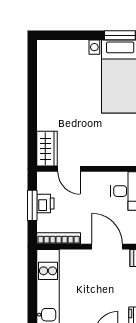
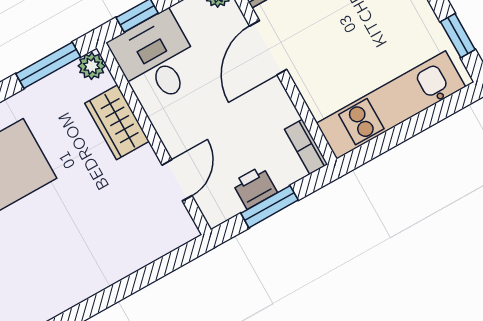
wardrobe: (47, 149) -> (117, 122), moved, turned -90
bookcase: (59, 238) -> (306, 147), width x0.64

